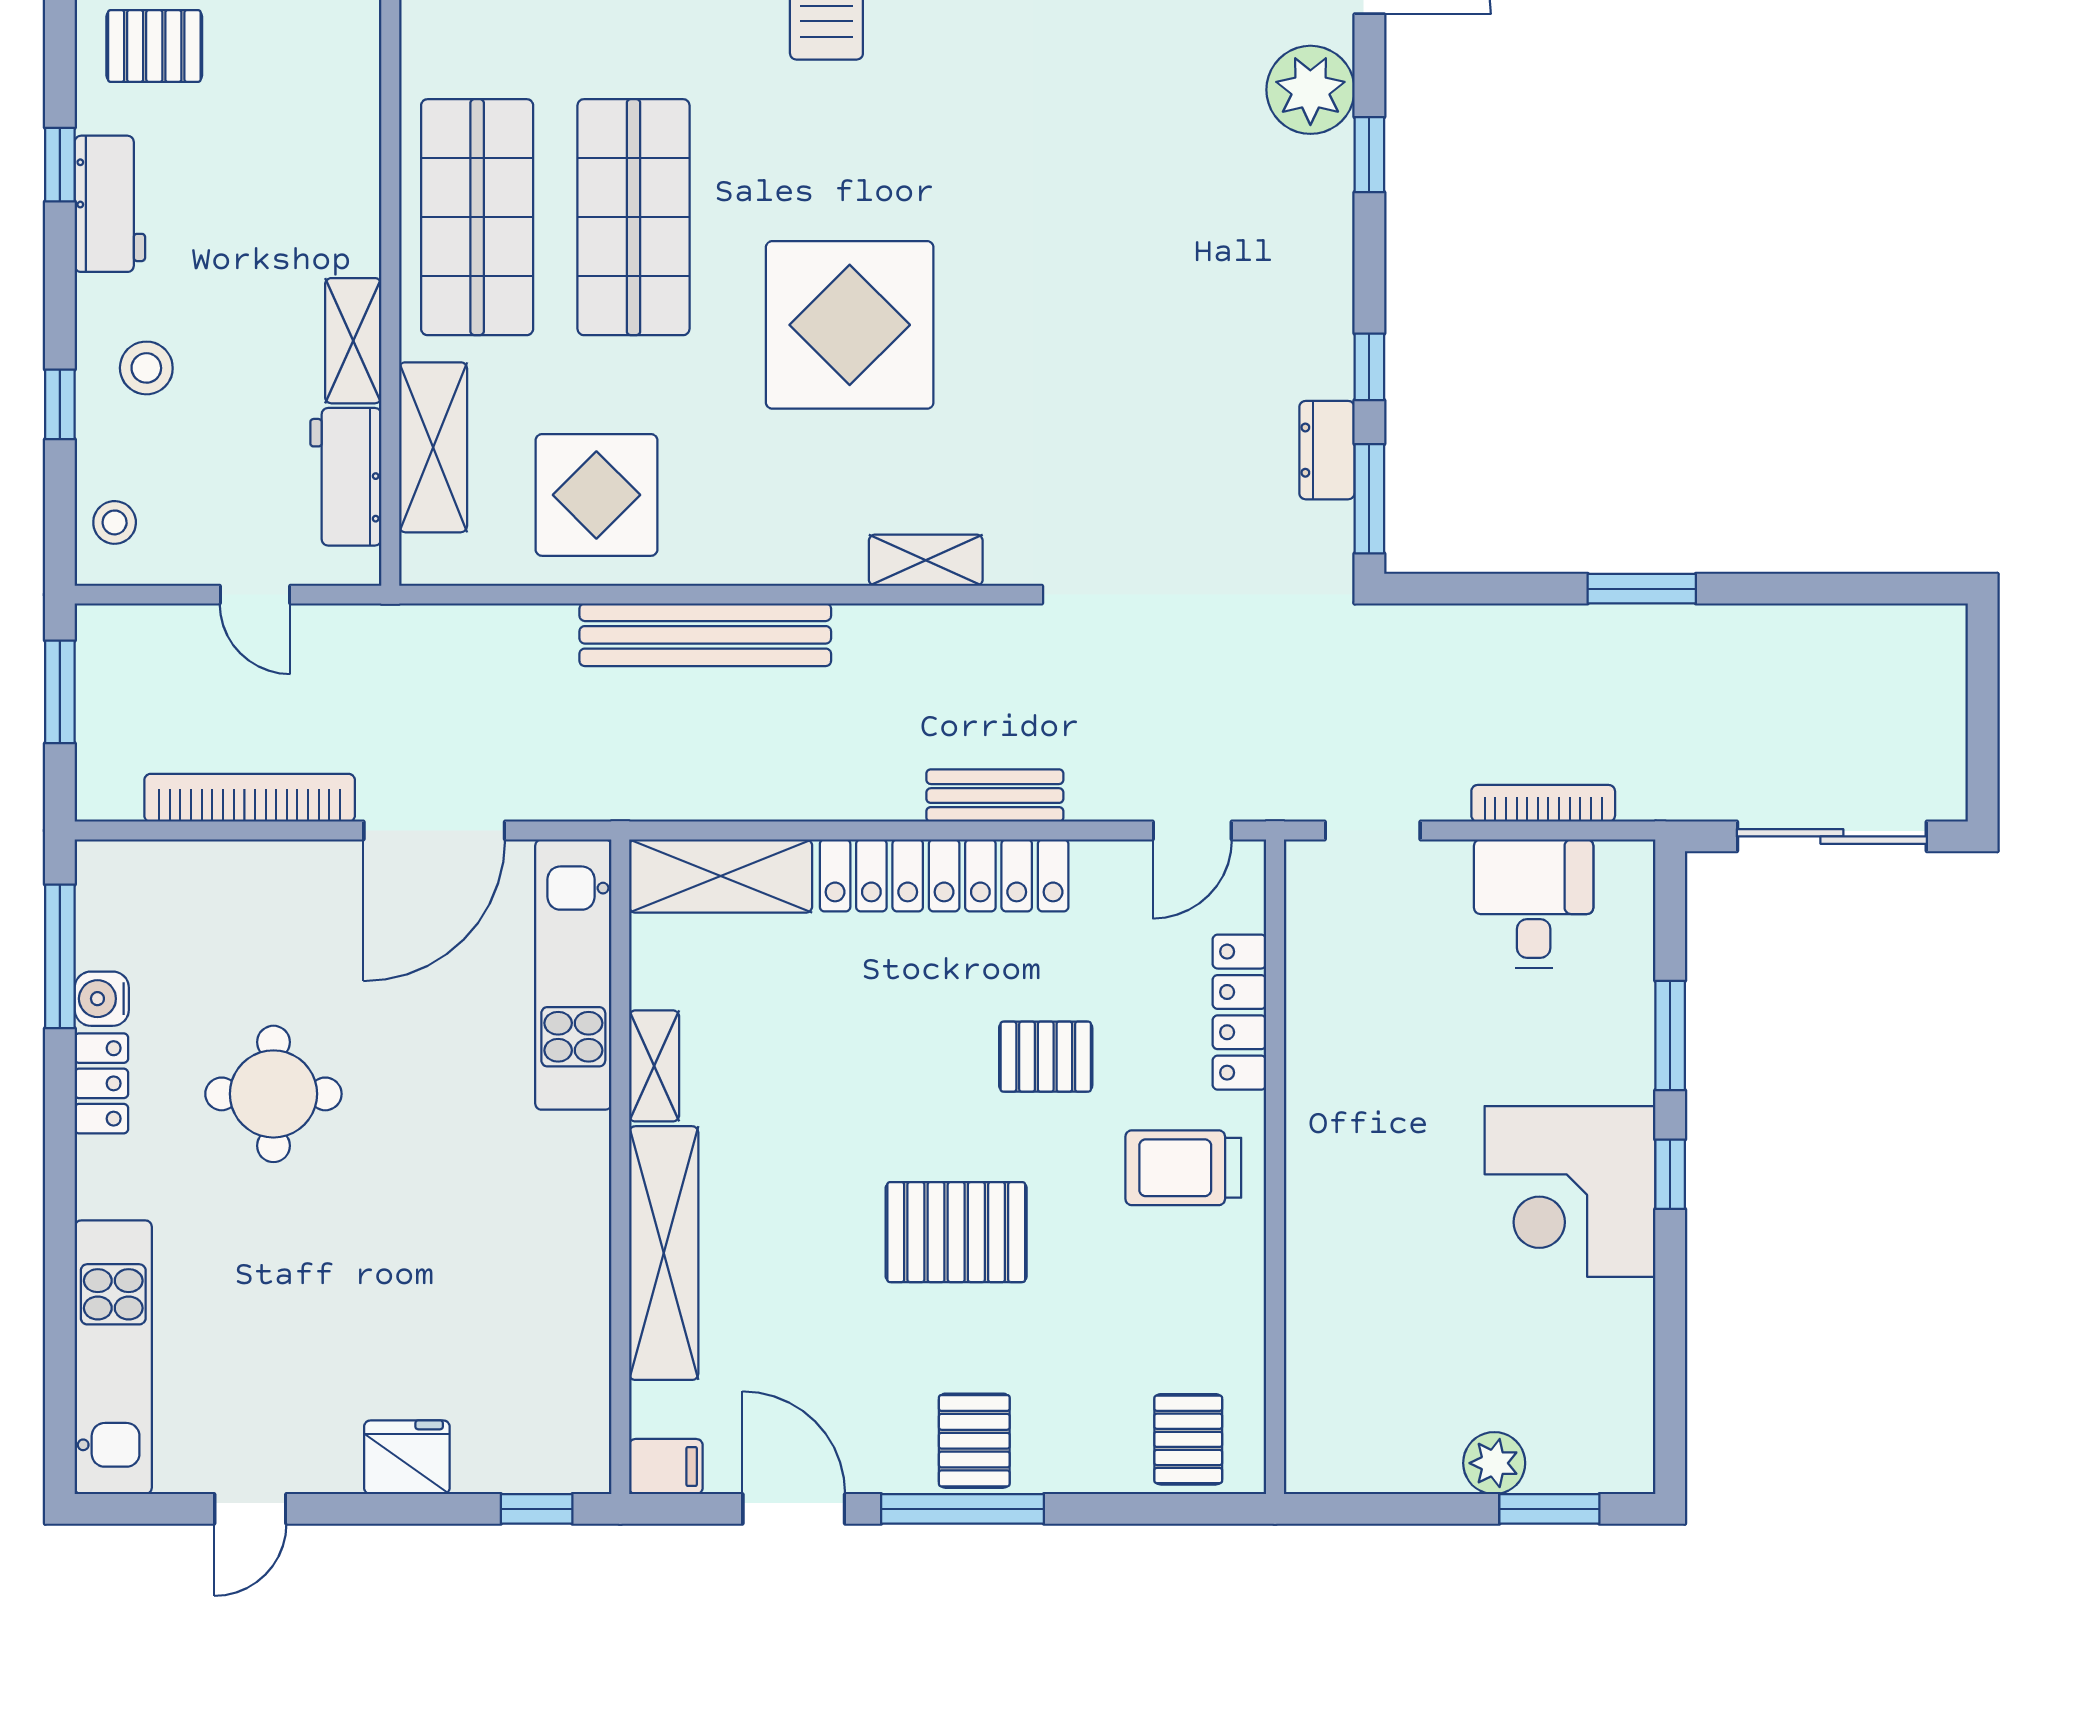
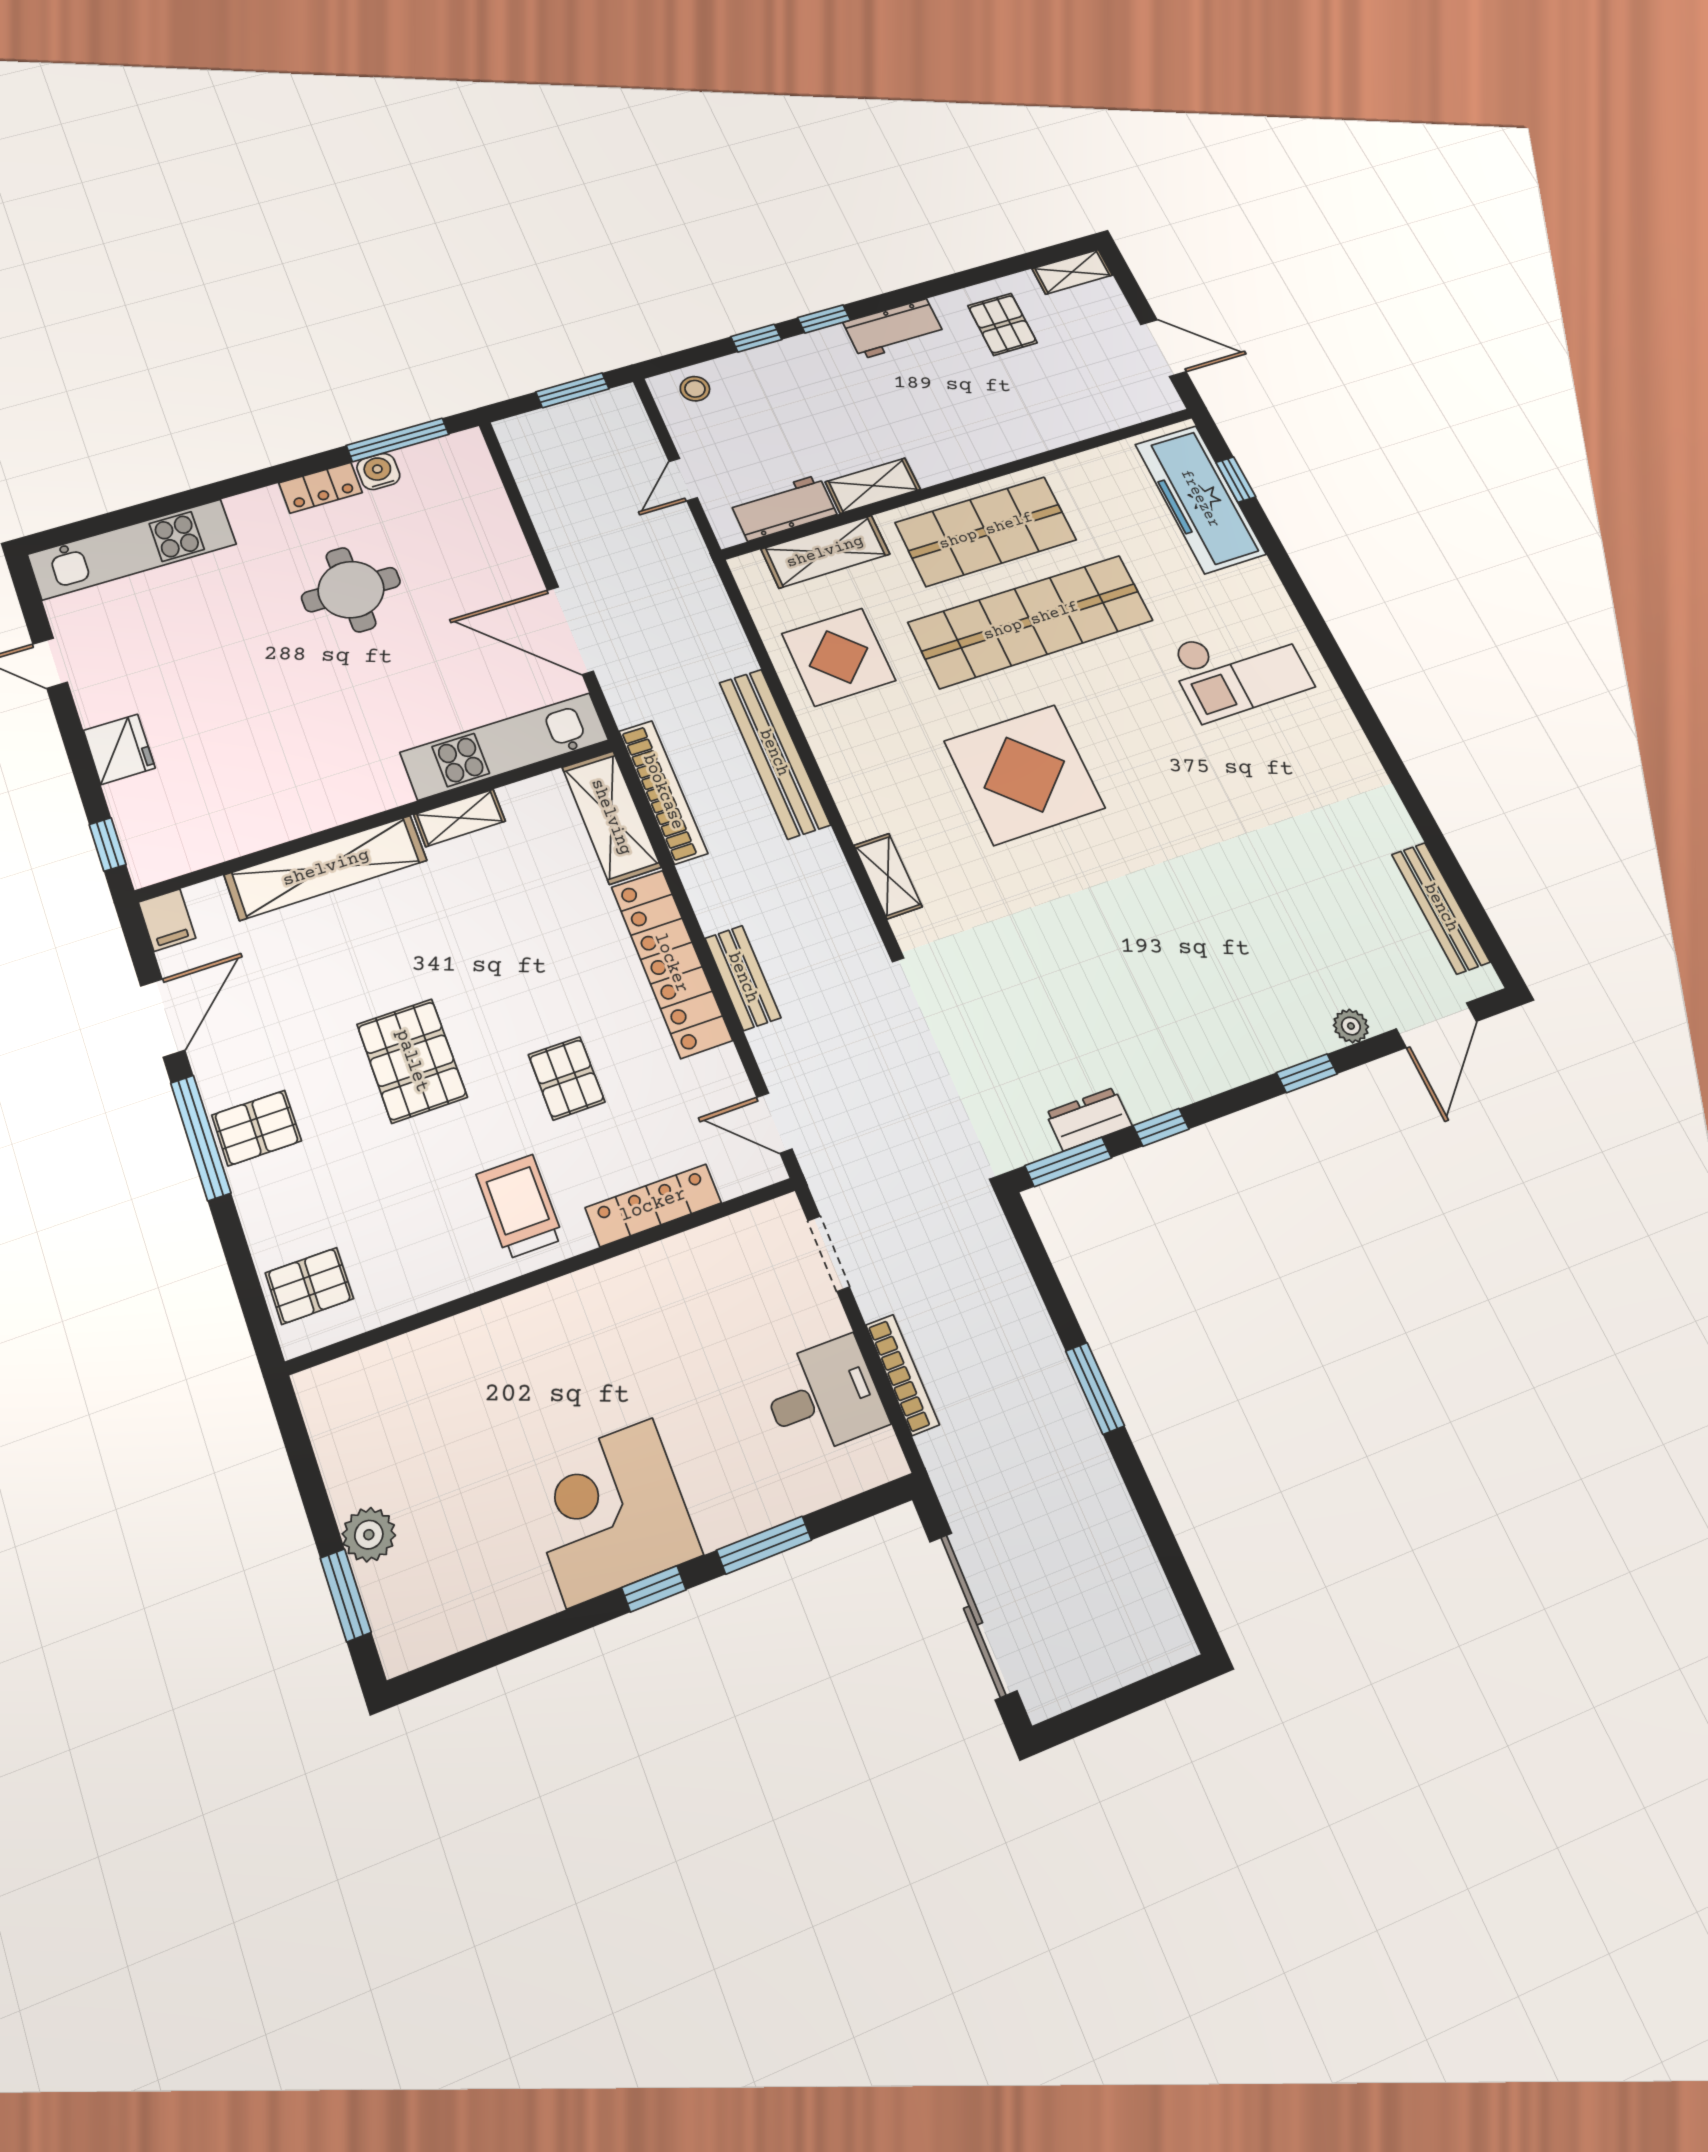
plant: (1310, 90) -> (1351, 1026), width x0.53, depth x0.53
window: (60, 165) -> (824, 319), moved
shop shelf: (633, 217) -> (1031, 621), width x1.40
stool: (146, 368) -> (801, 378), removed
bookcase: (250, 798) -> (663, 792), moved

